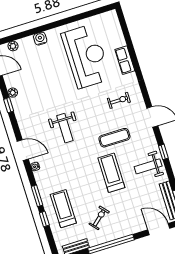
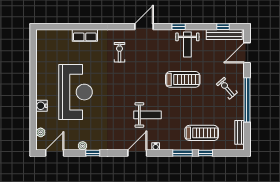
reception desk: (86, 56) -> (76, 92), moved, turned 90
weight bench: (65, 128) -> (147, 115), moved
exercise mat: (114, 138) -> (152, 67), removed
treadmill: (111, 173) -> (183, 79), turned 180
treadmill: (63, 209) -> (202, 133), turned 180
exercise bike: (99, 218) -> (227, 88), moved

